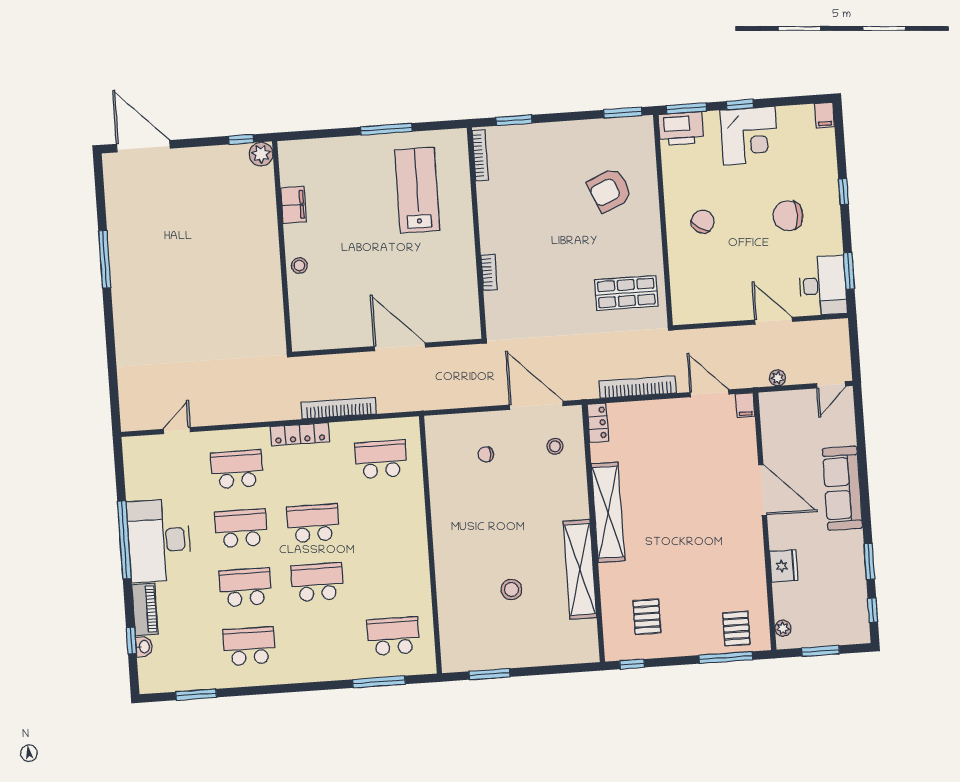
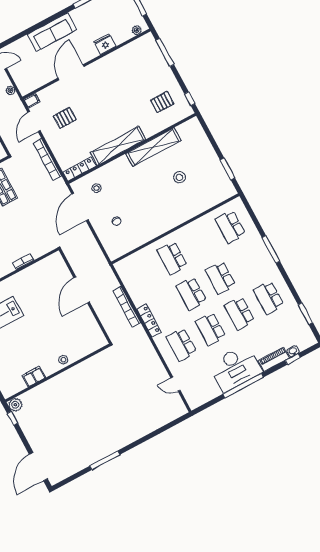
locker: (598, 423) -> (80, 169), width x1.53
school desk: (381, 459) -> (172, 258), moved
pallet: (736, 629) -> (65, 118), moved
window: (379, 682) -> (271, 249), moved

